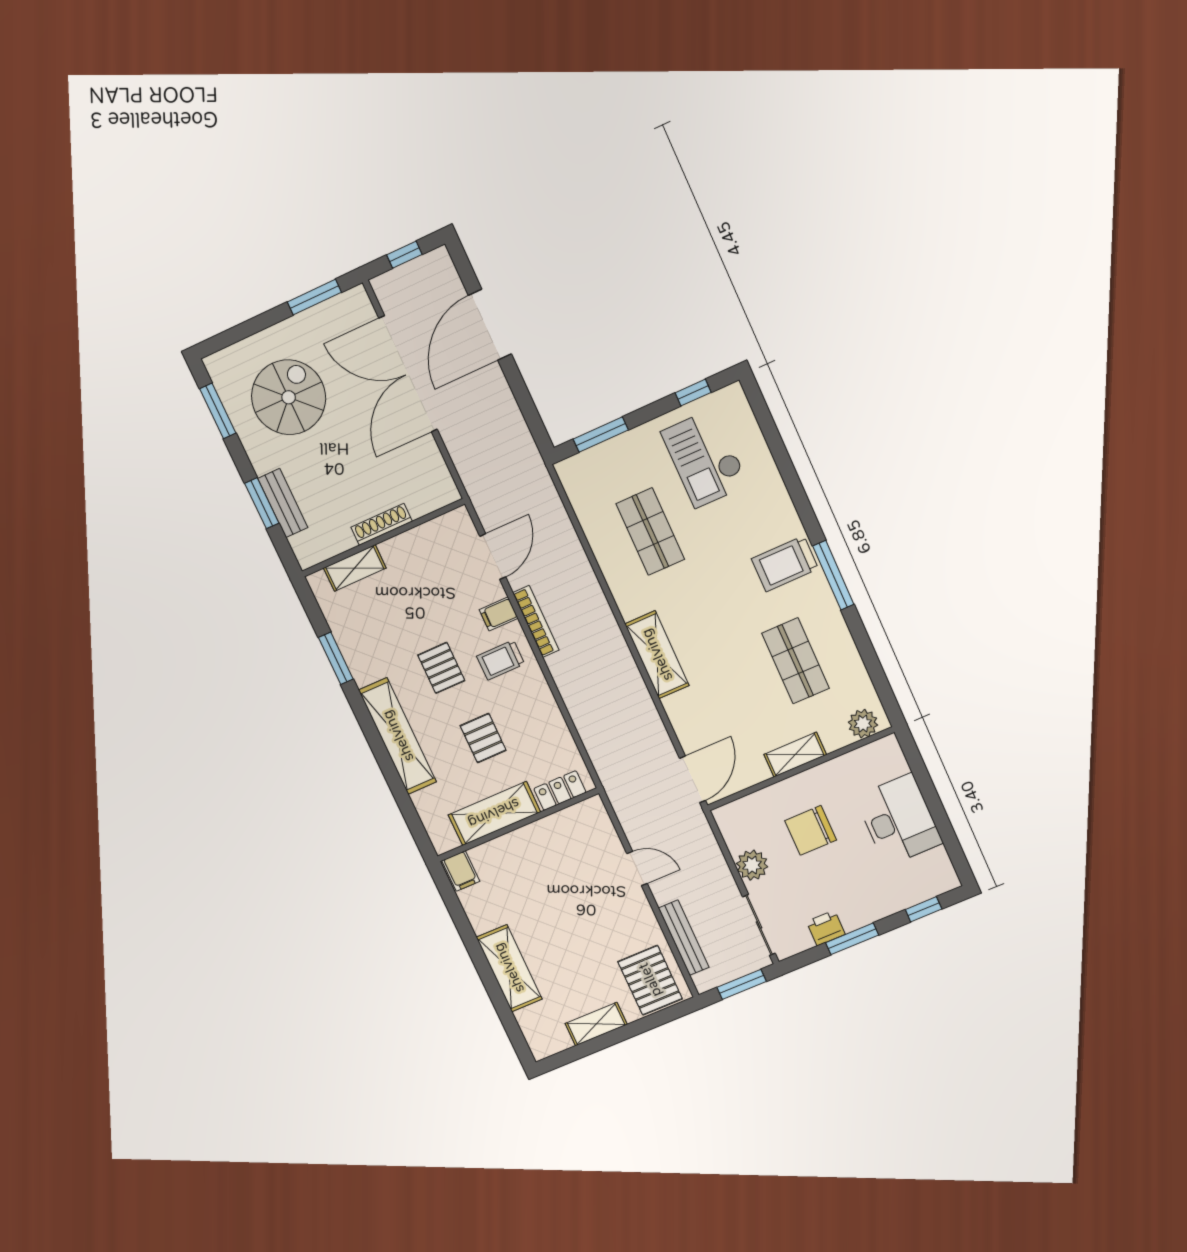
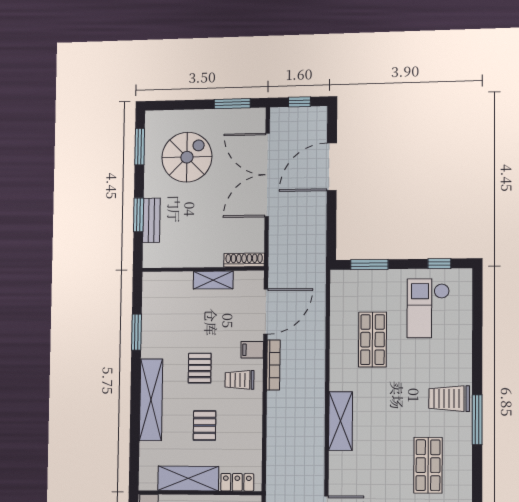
shoe rack: (382, 524) -> (244, 260), moved
door: (493, 557) -> (266, 312), width x1.36
shelving: (355, 568) -> (213, 280), moved

